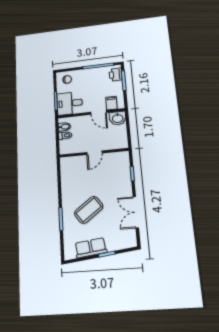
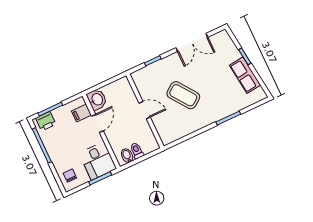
coffee table: (89, 210) -> (183, 95), moved

